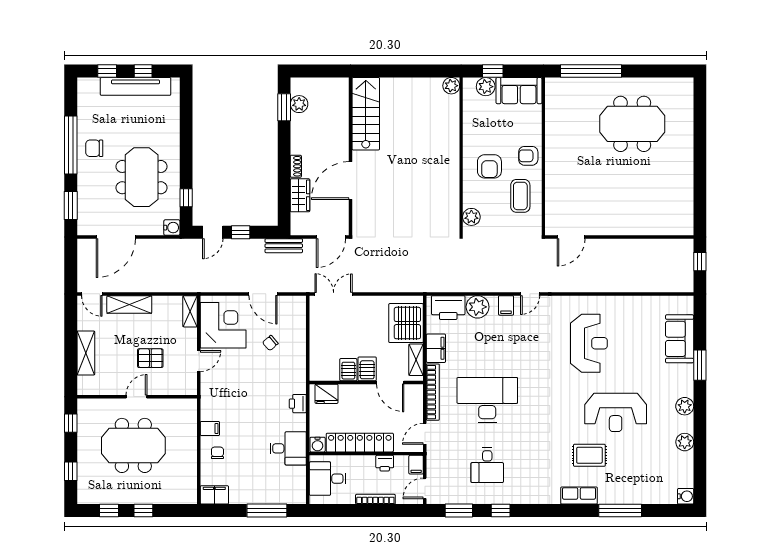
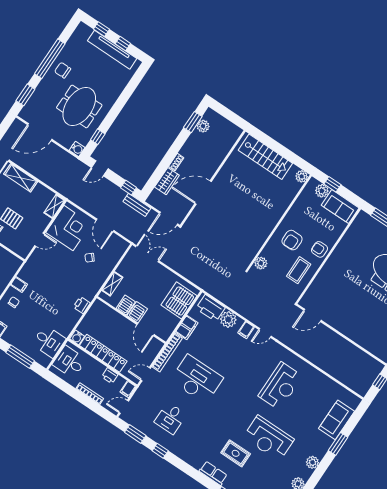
stairs: (366, 114) -> (265, 157), moved, turned 90
window: (241, 232) -> (129, 188), moved
shelving: (416, 360) -> (112, 284), moved
fridge: (326, 394) -> (103, 311), removed
desk: (288, 448) -> (49, 341), moved

